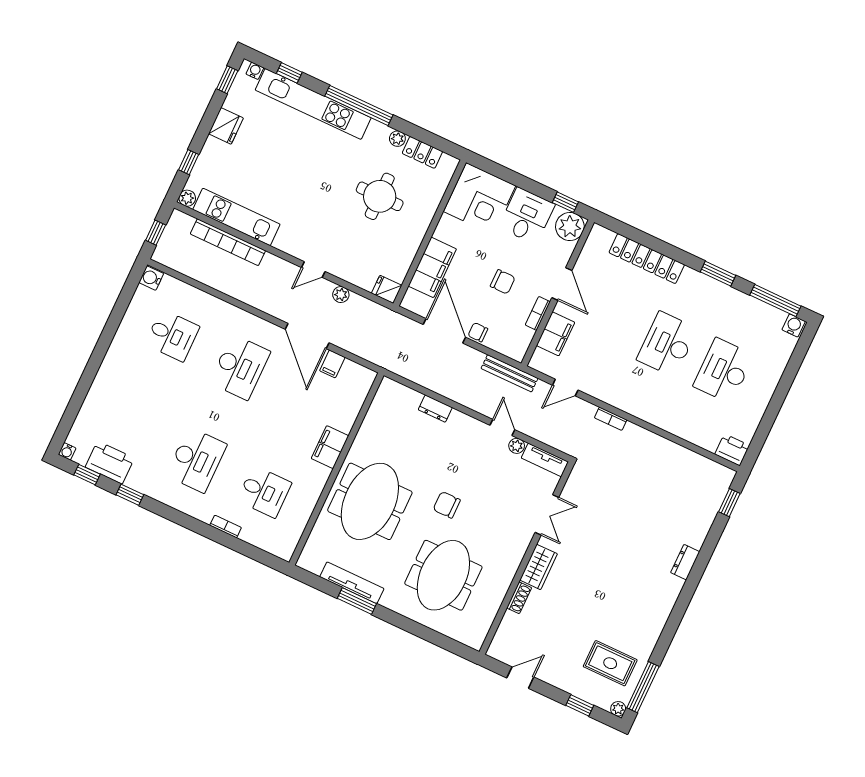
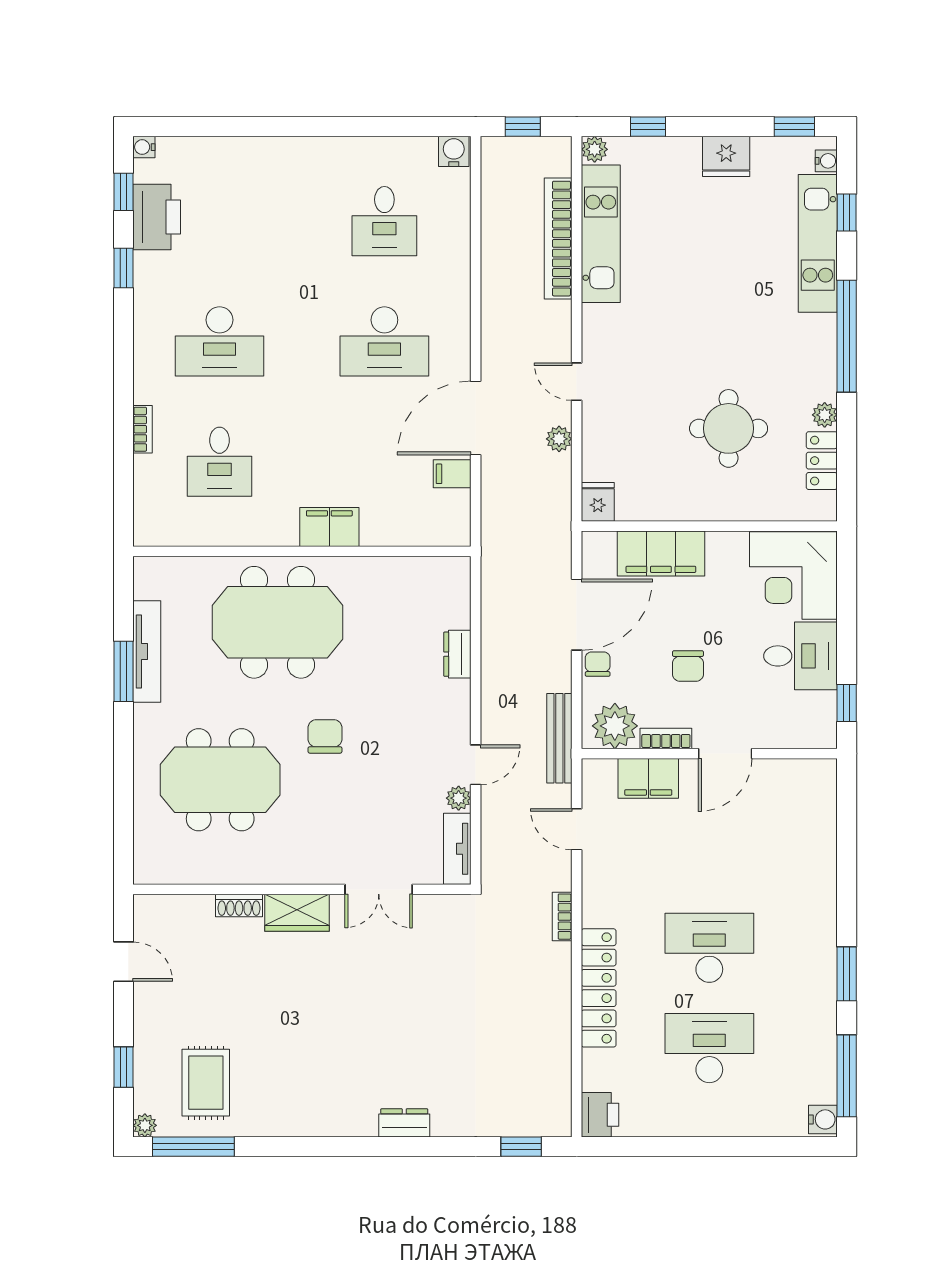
kitchen unit: (313, 104) -> (818, 243), width x0.73
plant: (570, 226) -> (615, 726), moved
locker: (647, 259) -> (599, 988), moved, turned 180

